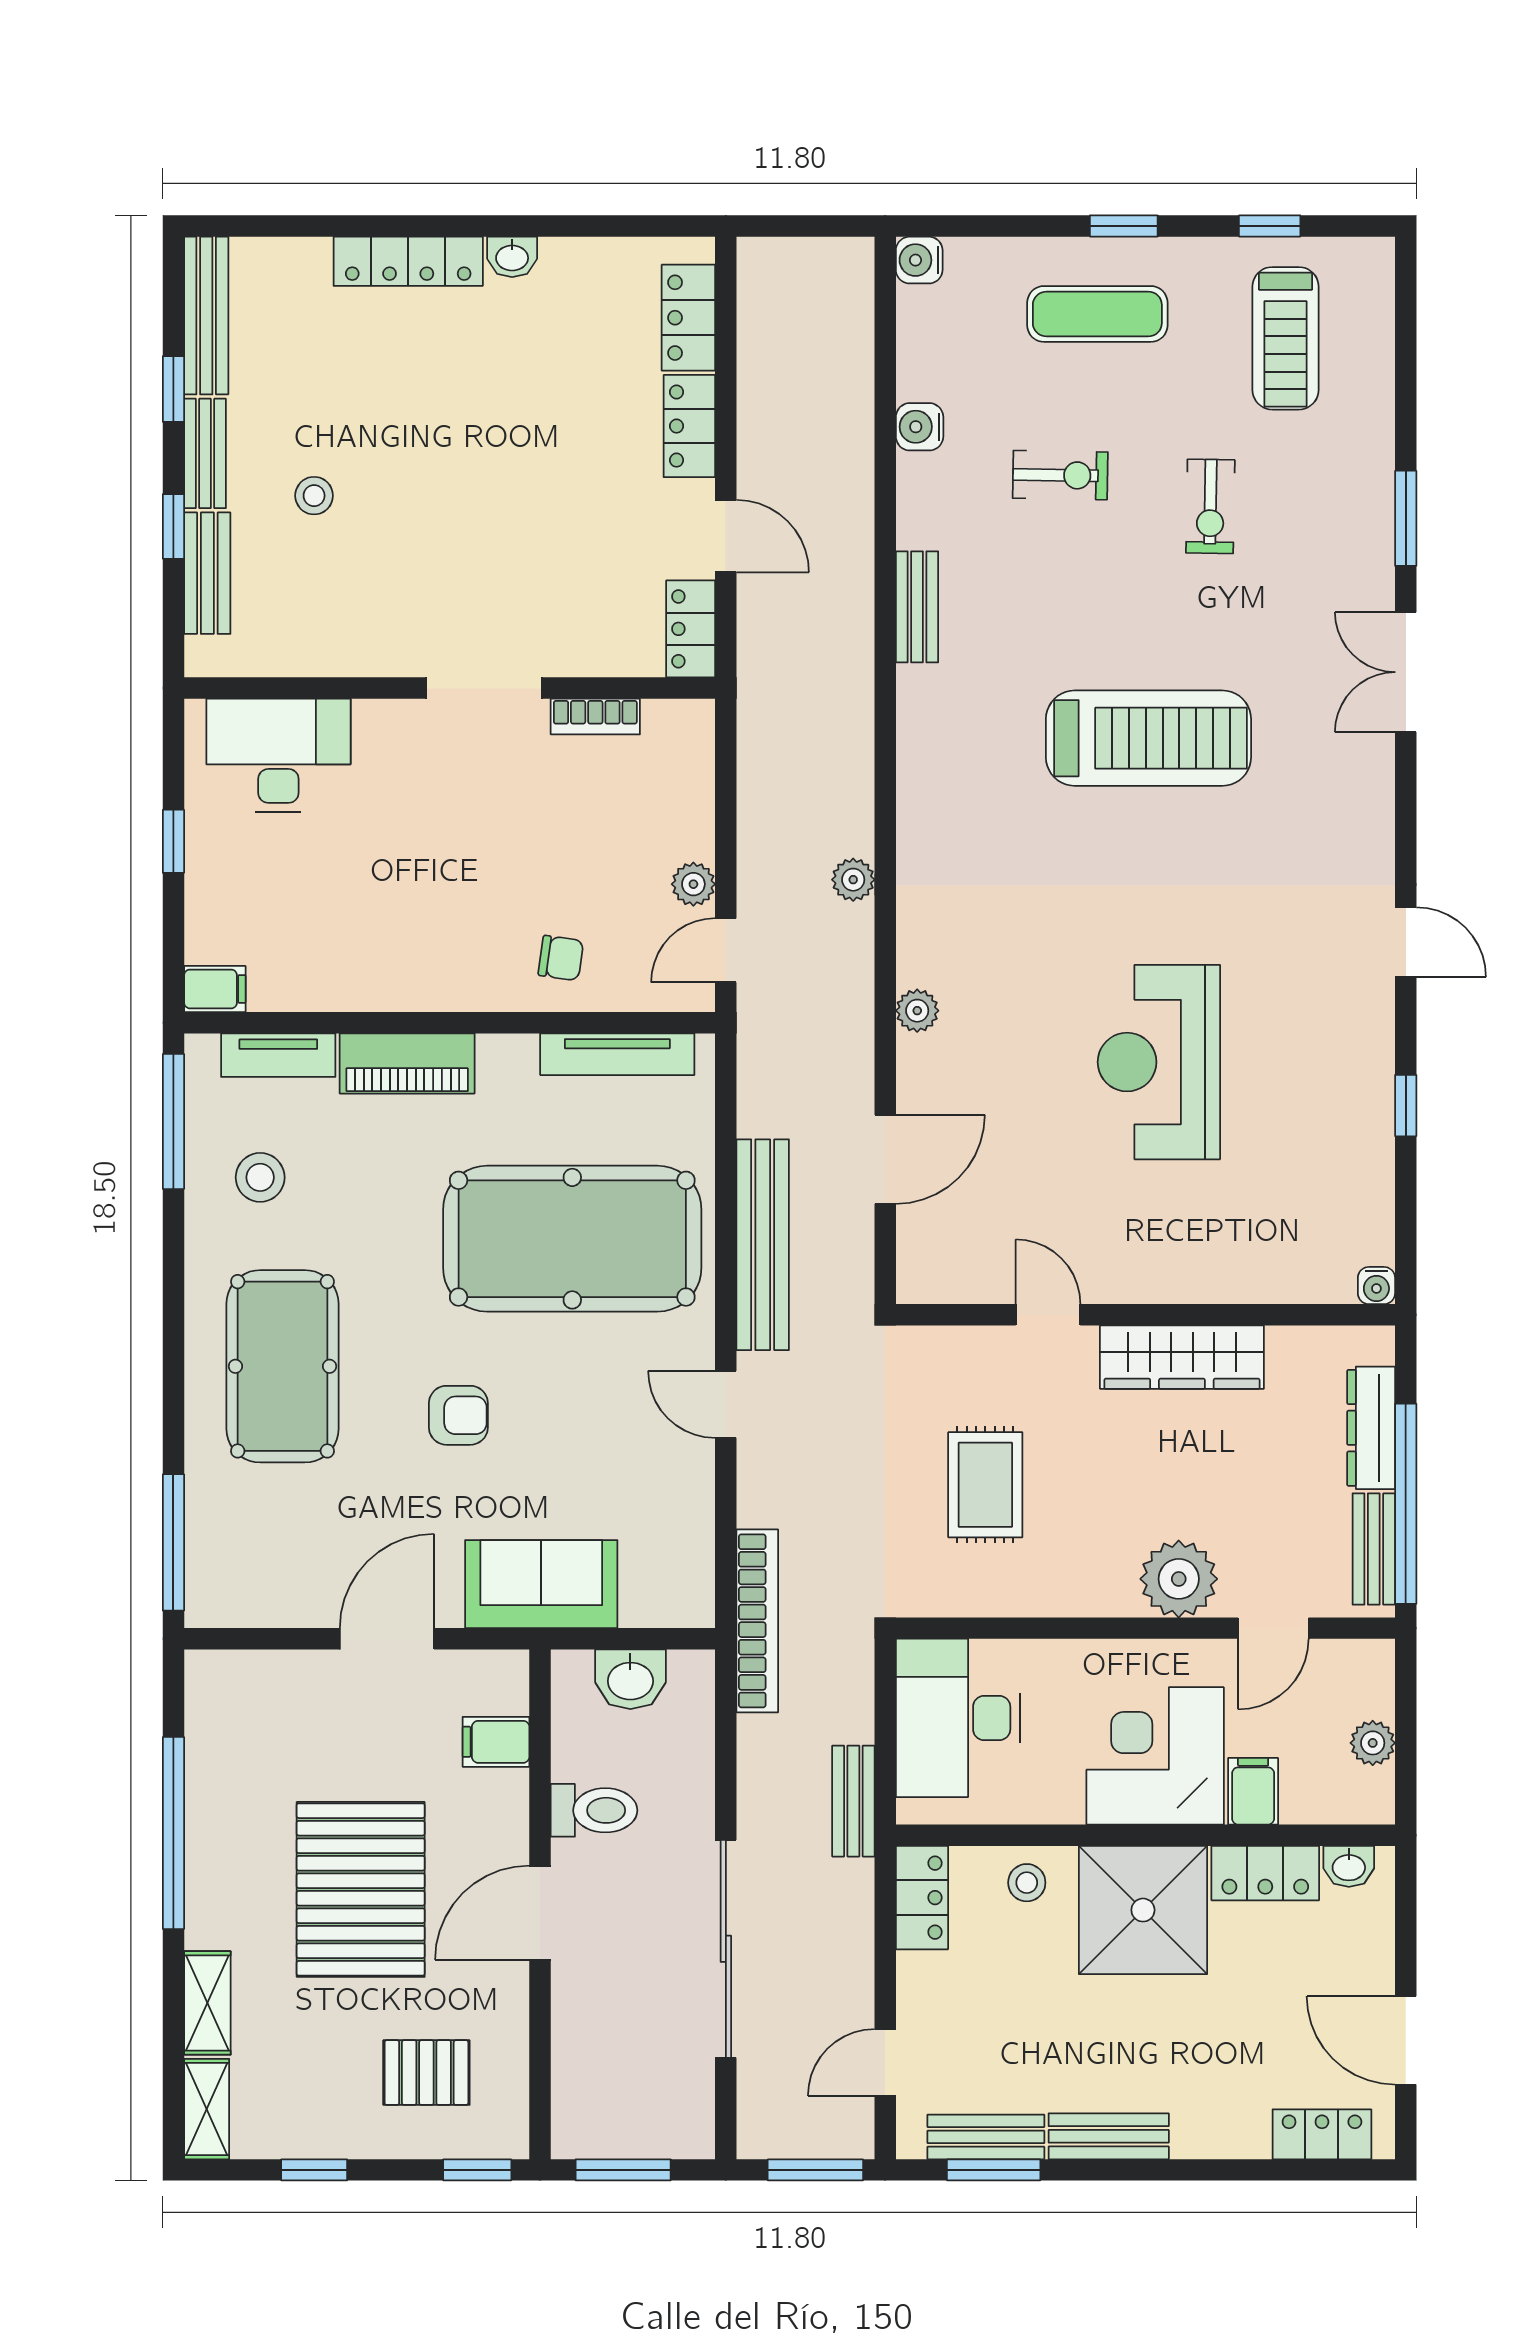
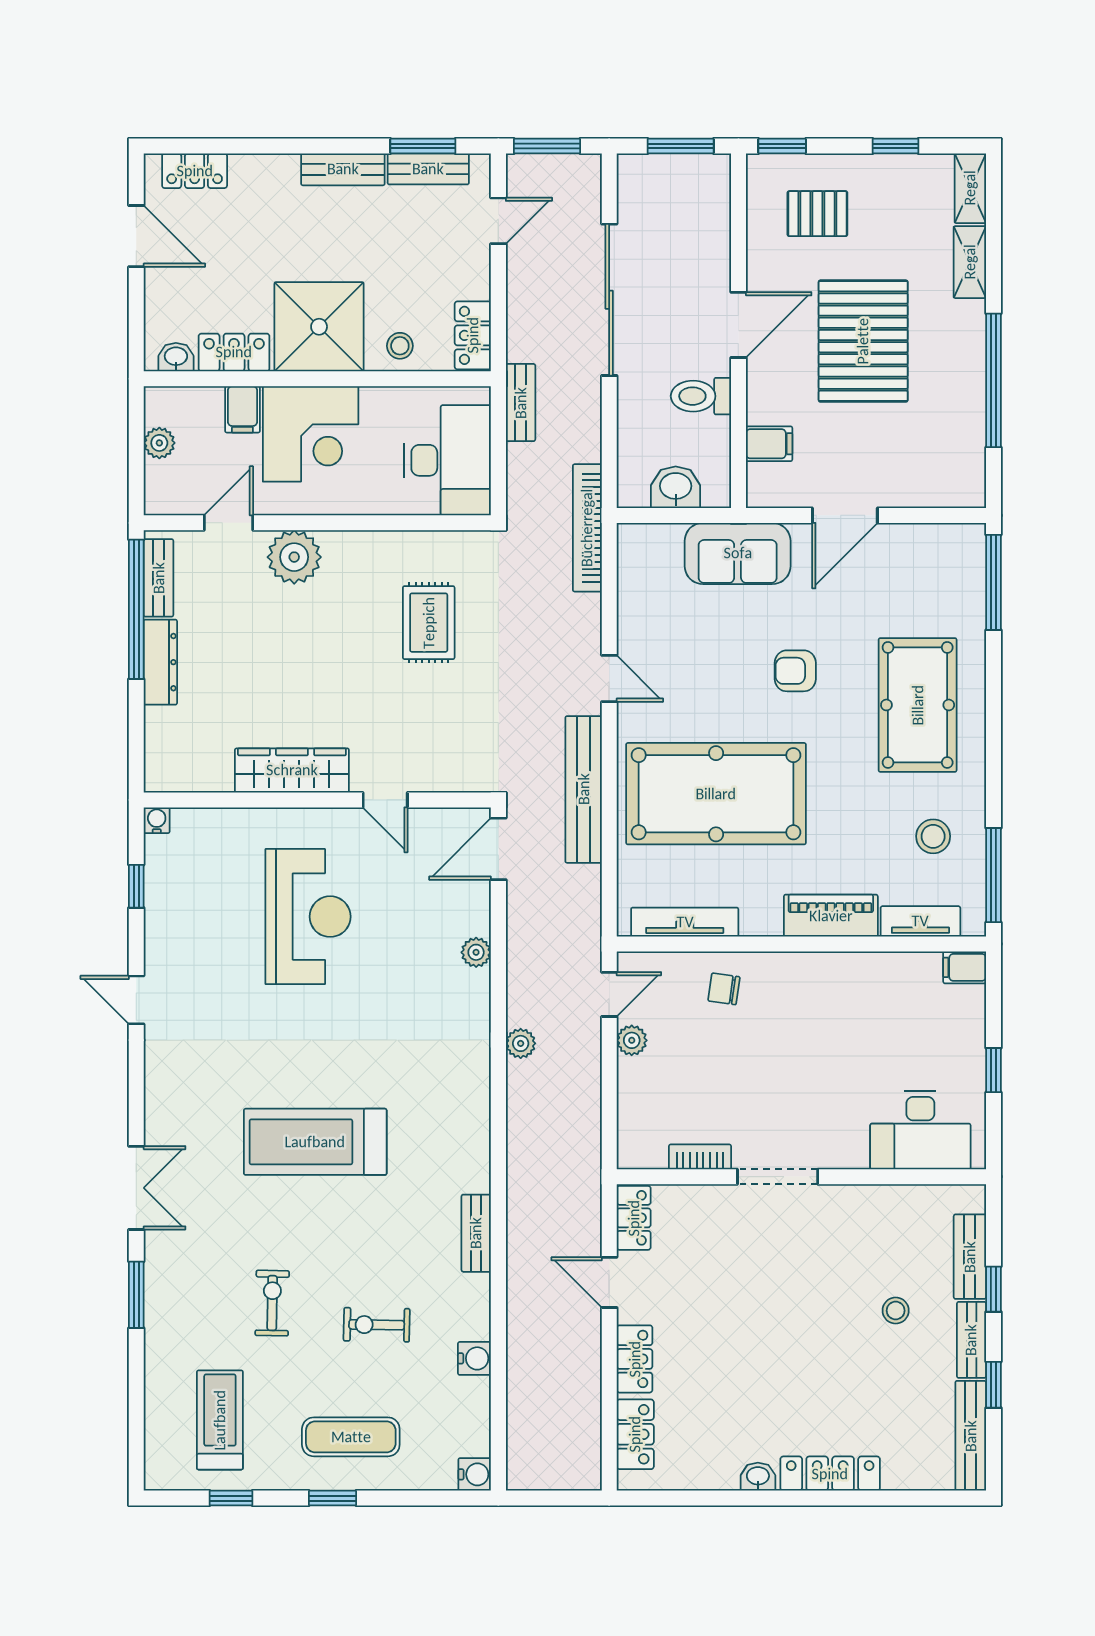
water cooler: (1376, 1286) -> (157, 820), moved
door: (1048, 1315) -> (385, 800), moved
wall: (1145, 1315) -> (317, 800), moved
wardrobe: (1182, 1357) -> (292, 770), moved

